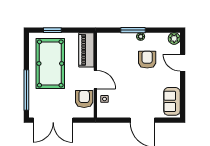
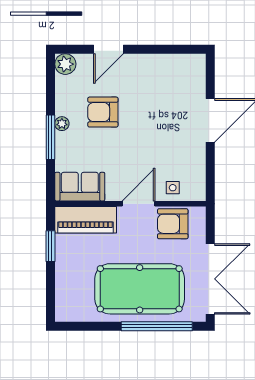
window: (52, 30) -> (50, 246), moved
pool table: (50, 63) -> (140, 289), moved
sofa: (172, 101) -> (80, 187), moved, turned 180

